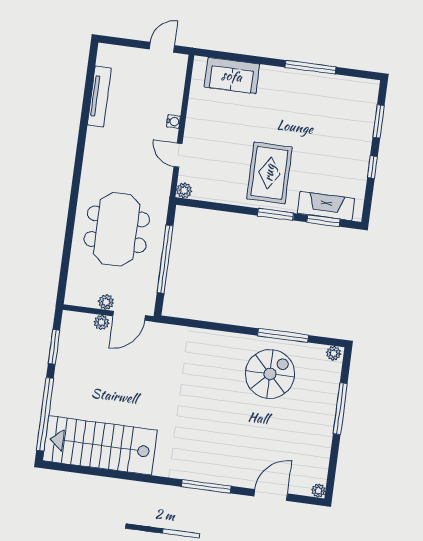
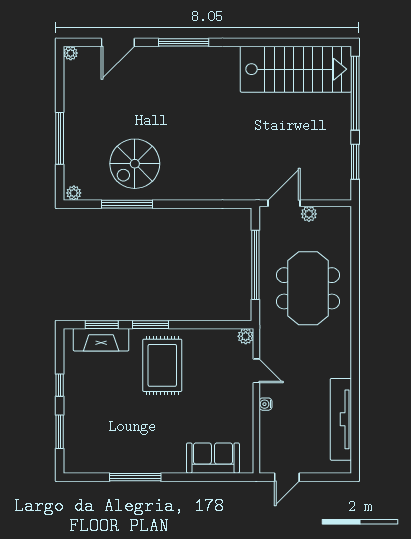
tv unit: (99, 96) -> (341, 419), width x1.36, depth x1.29
plant: (101, 322) -> (311, 193), removed

